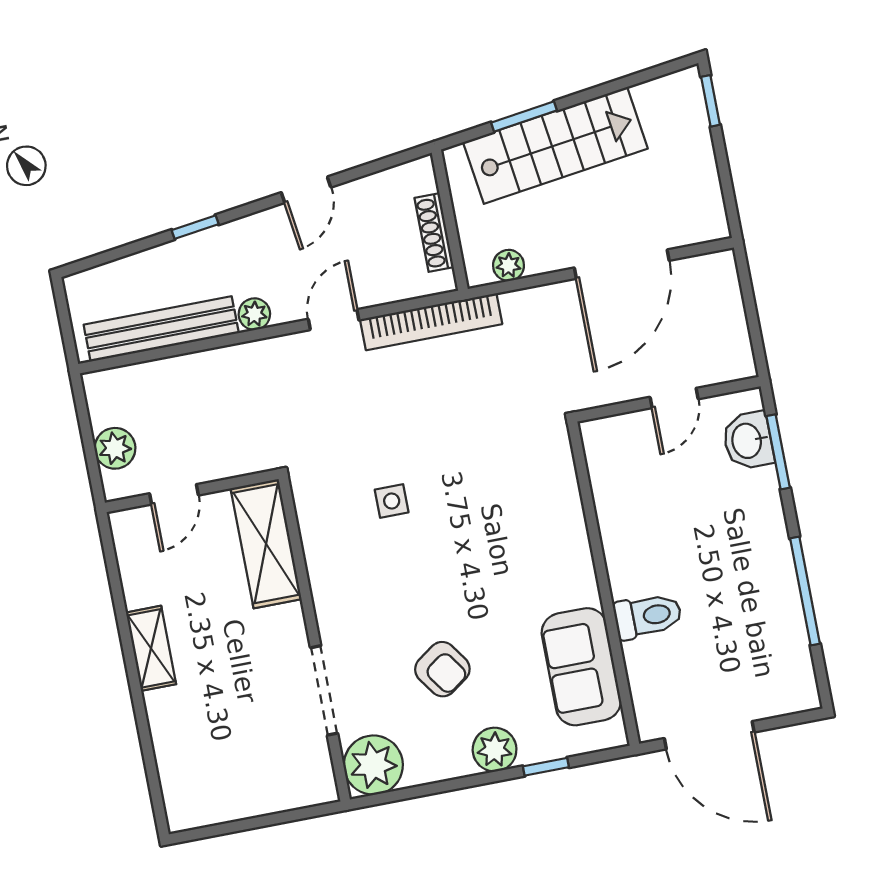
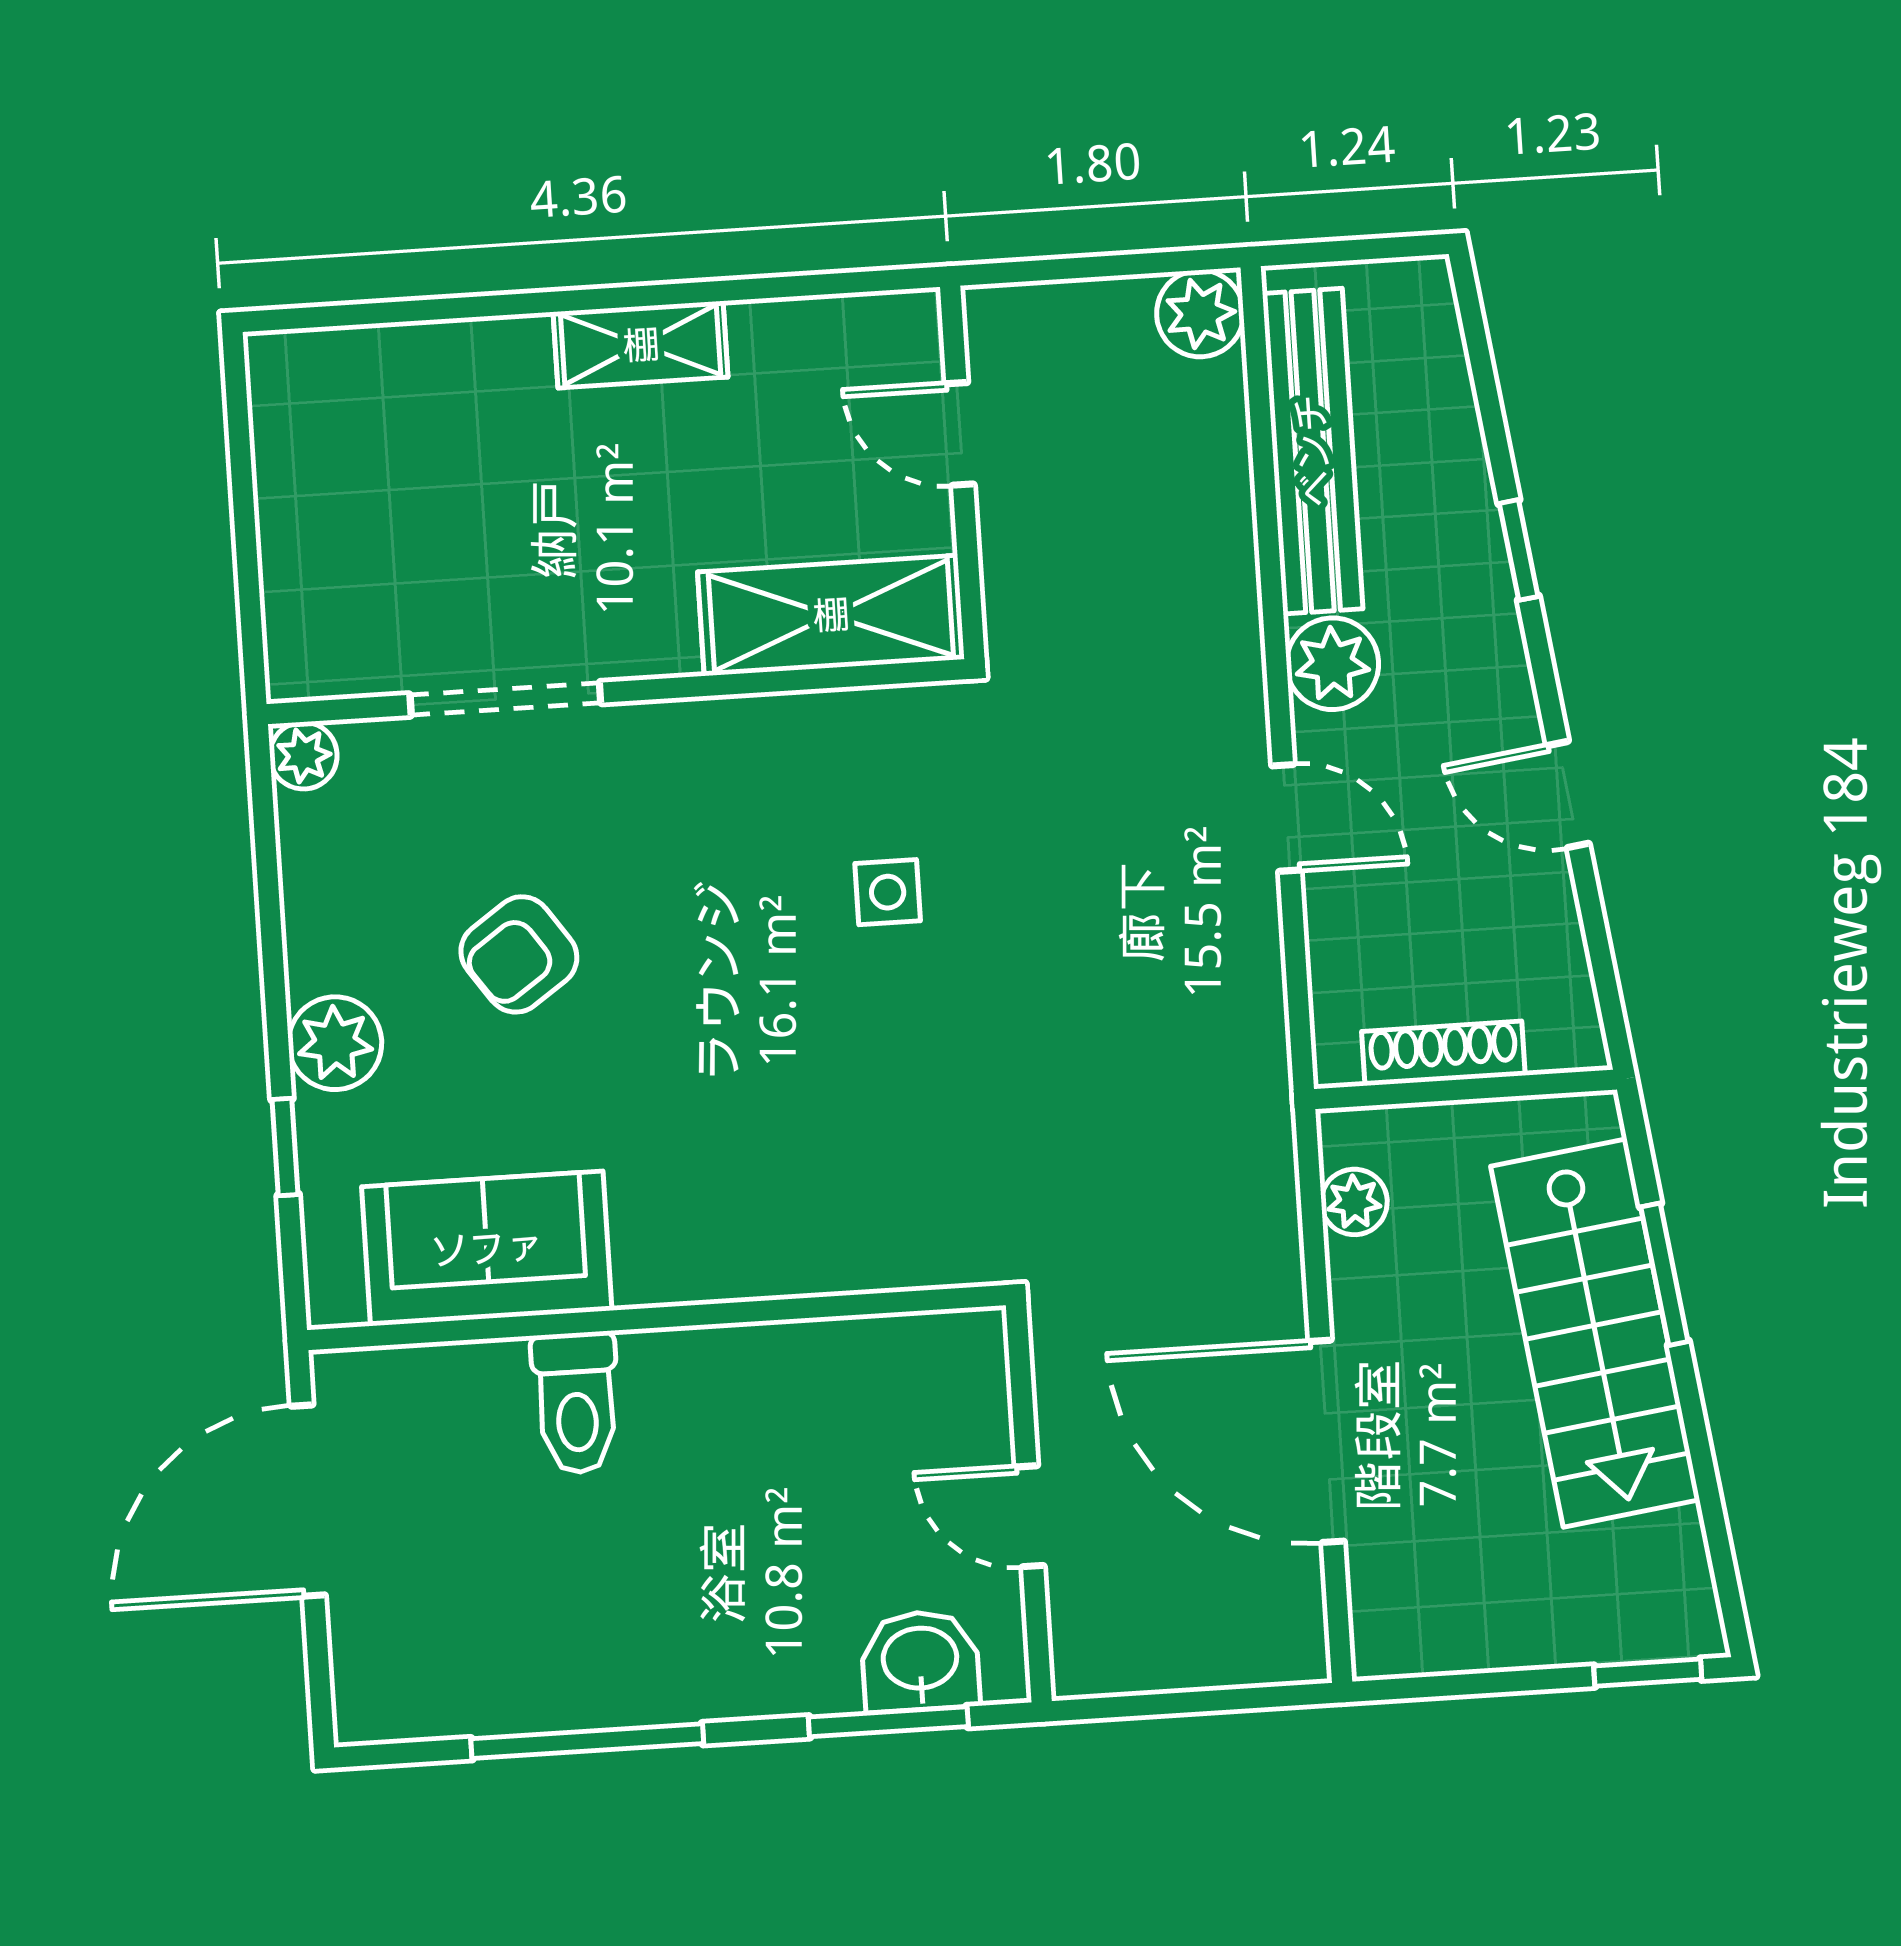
plant: (254, 314) -> (1332, 664), width x1.38, depth x1.38
bookcase: (431, 322) -> (1256, 1023), removed
plant: (115, 448) -> (1200, 314), moved
plant: (373, 765) -> (303, 756), width x0.53, depth x0.53

